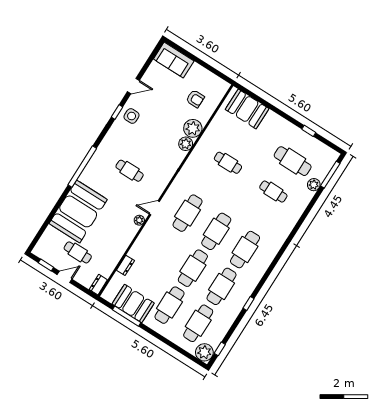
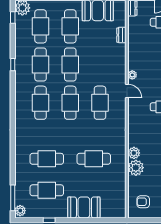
armchair: (195, 99) -> (143, 202), moved
booth: (247, 109) -> (84, 207), moved
cafe table: (228, 163) -> (94, 159), width x1.37, depth x1.35
plant: (314, 185) -> (20, 211), moved
cafe table: (273, 192) -> (47, 159), width x1.37, depth x1.35
door: (154, 208) -> (127, 91), hinge flipped

